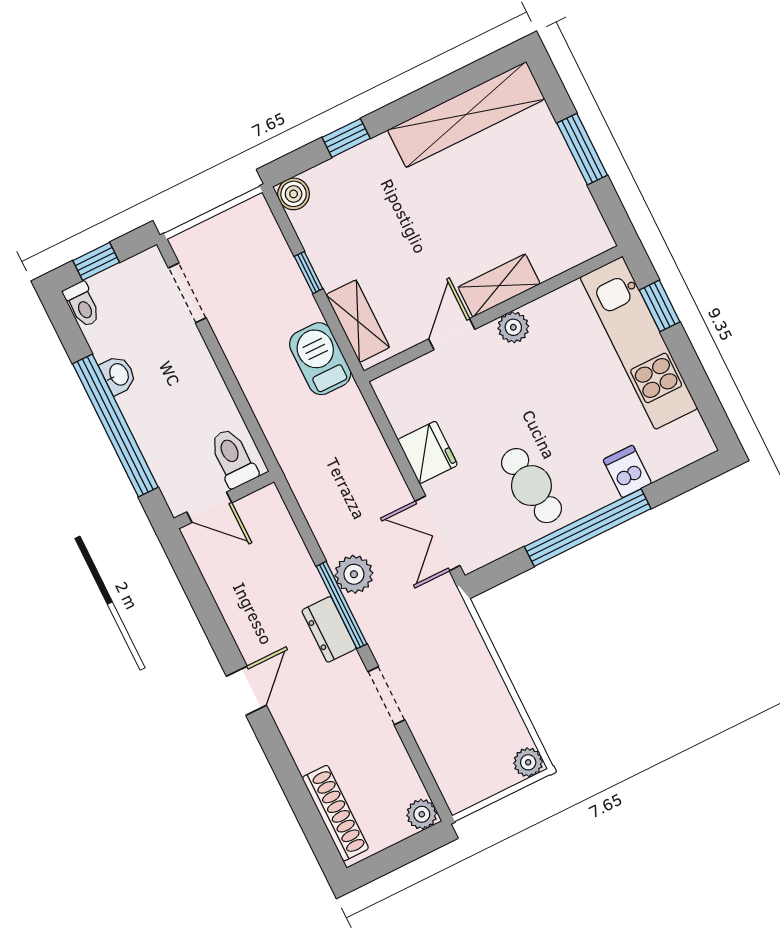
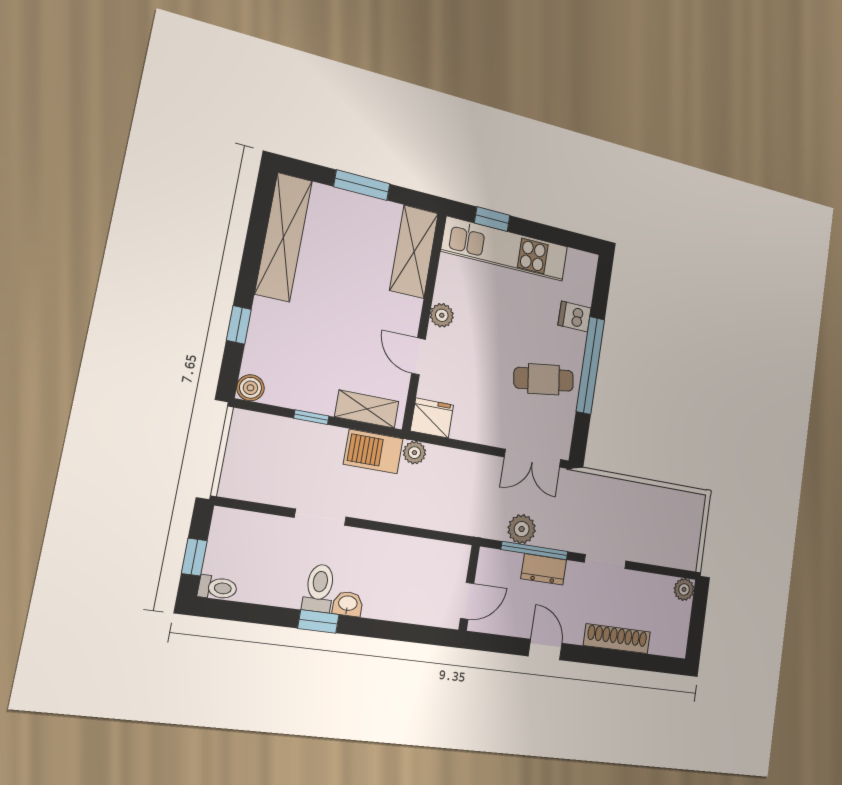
shelving: (499, 286) -> (414, 252), moved, width x1.50, depth x1.33
doorway: (187, 293) -> (320, 517), moved
washbasin: (118, 375) -> (348, 604), moved
window: (115, 425) -> (318, 621), width x0.32
fridge: (428, 452) -> (432, 418), moved
toilet: (233, 458) -> (319, 588), moved, turned 90
wall: (224, 500) -> (469, 588), moved
door: (209, 507) -> (467, 601), moved
plant: (528, 762) -> (414, 453), moved
shoe rack: (335, 813) -> (617, 639), moved

